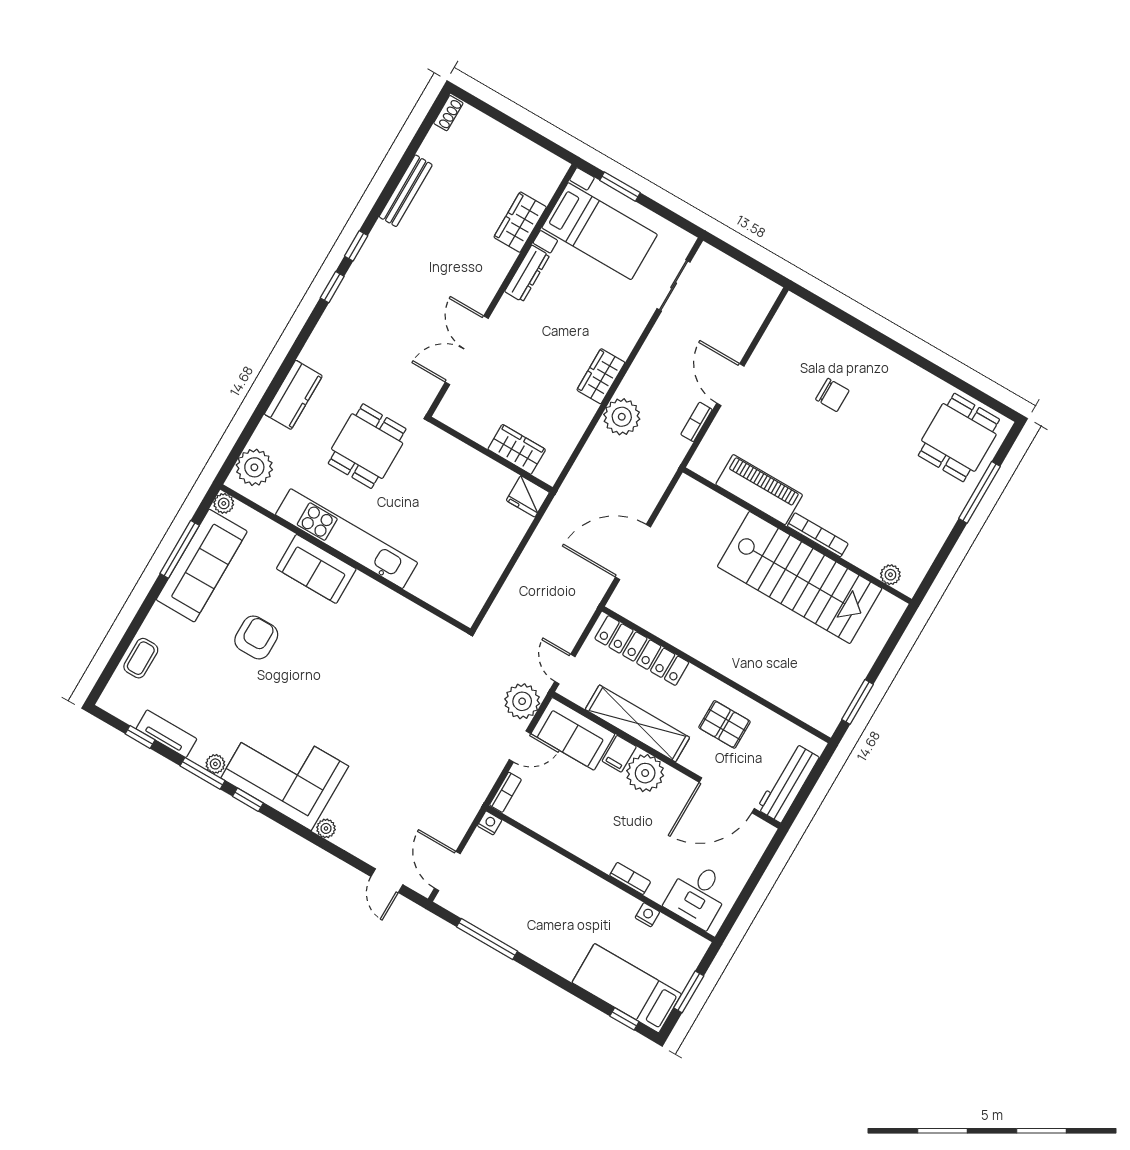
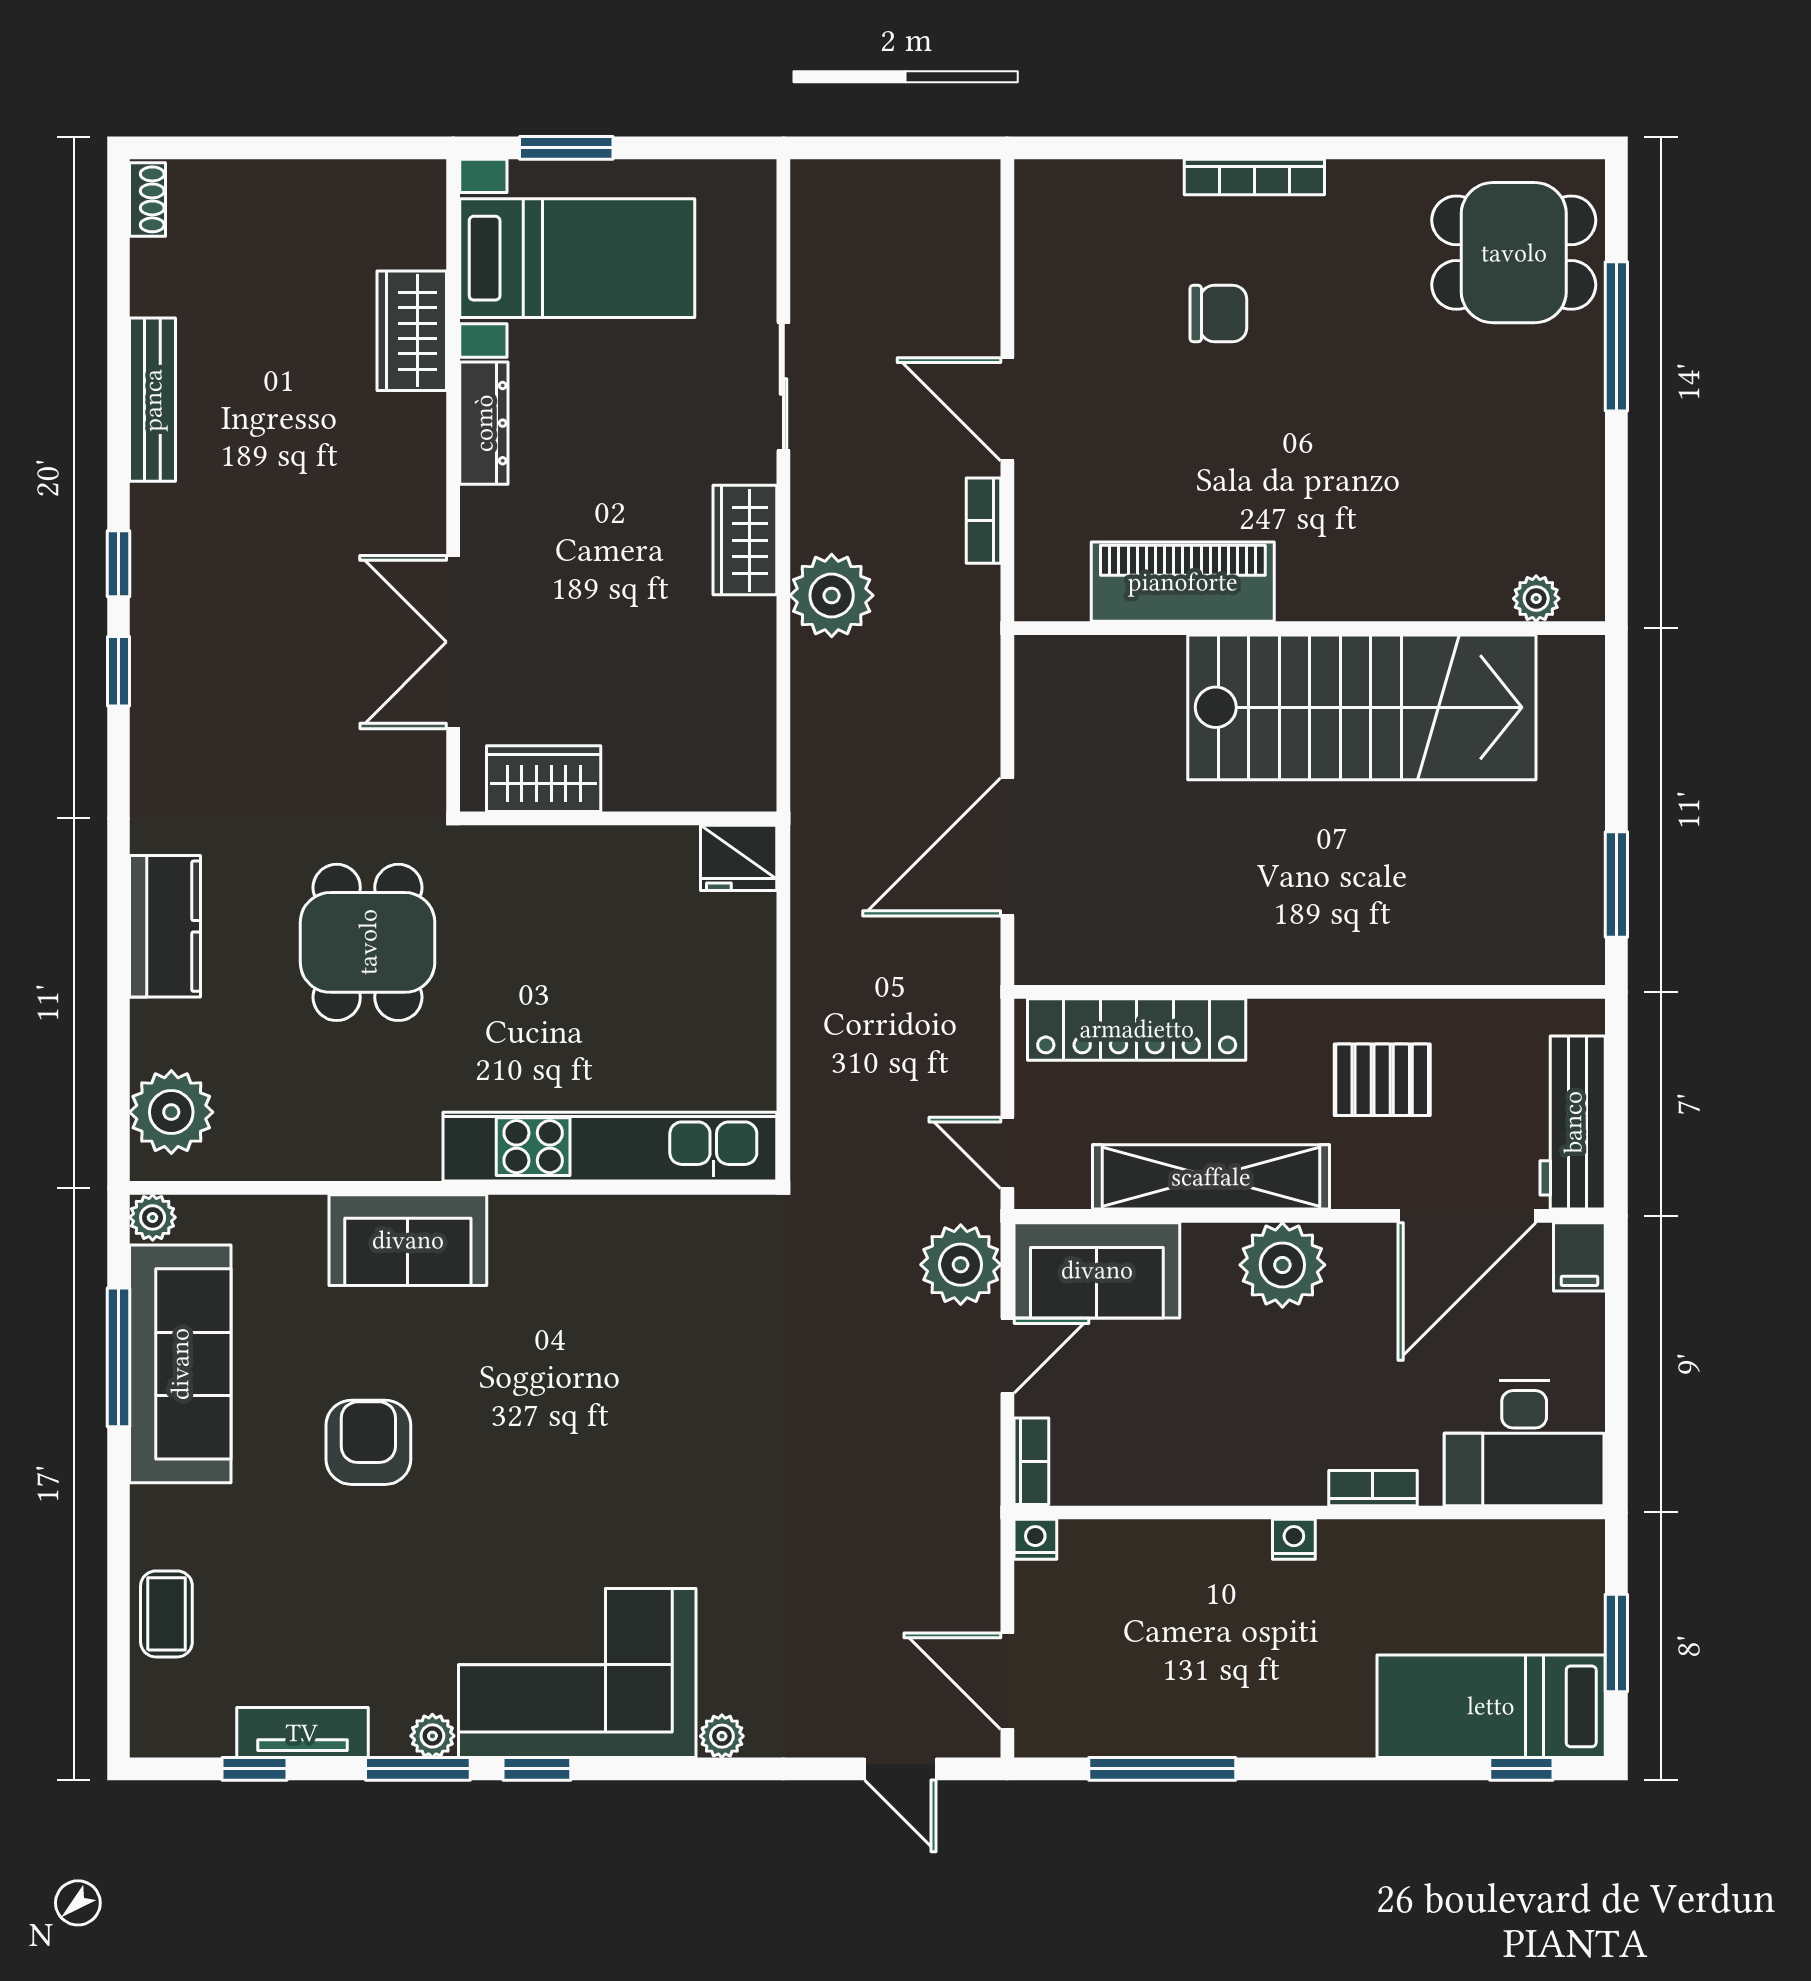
sliding door: (674, 285) -> (783, 386), moved
dining table: (959, 437) -> (1514, 253), turned 90
wardrobe: (517, 449) -> (544, 779), moved
bookcase: (818, 535) -> (1254, 177), moved, turned 180
kitchen unit: (347, 539) -> (610, 1147), moved
filing cabinet: (619, 754) -> (1579, 1257), moved
desk: (698, 895) -> (1524, 1443), width x1.37
nightstand: (647, 915) -> (1294, 1539), moved

